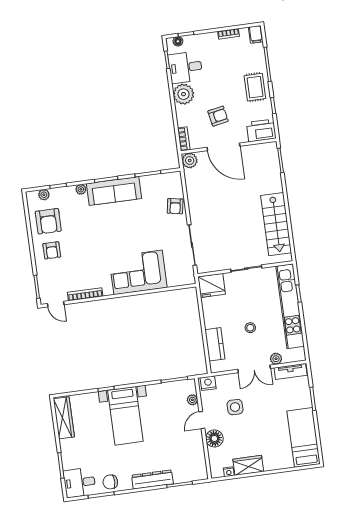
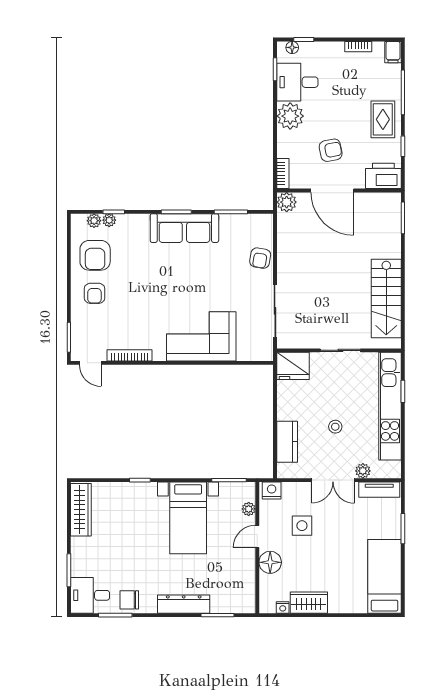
plant: (81, 189) -> (109, 220), moved
bed with nightstands: (125, 416) -> (188, 518), moved

